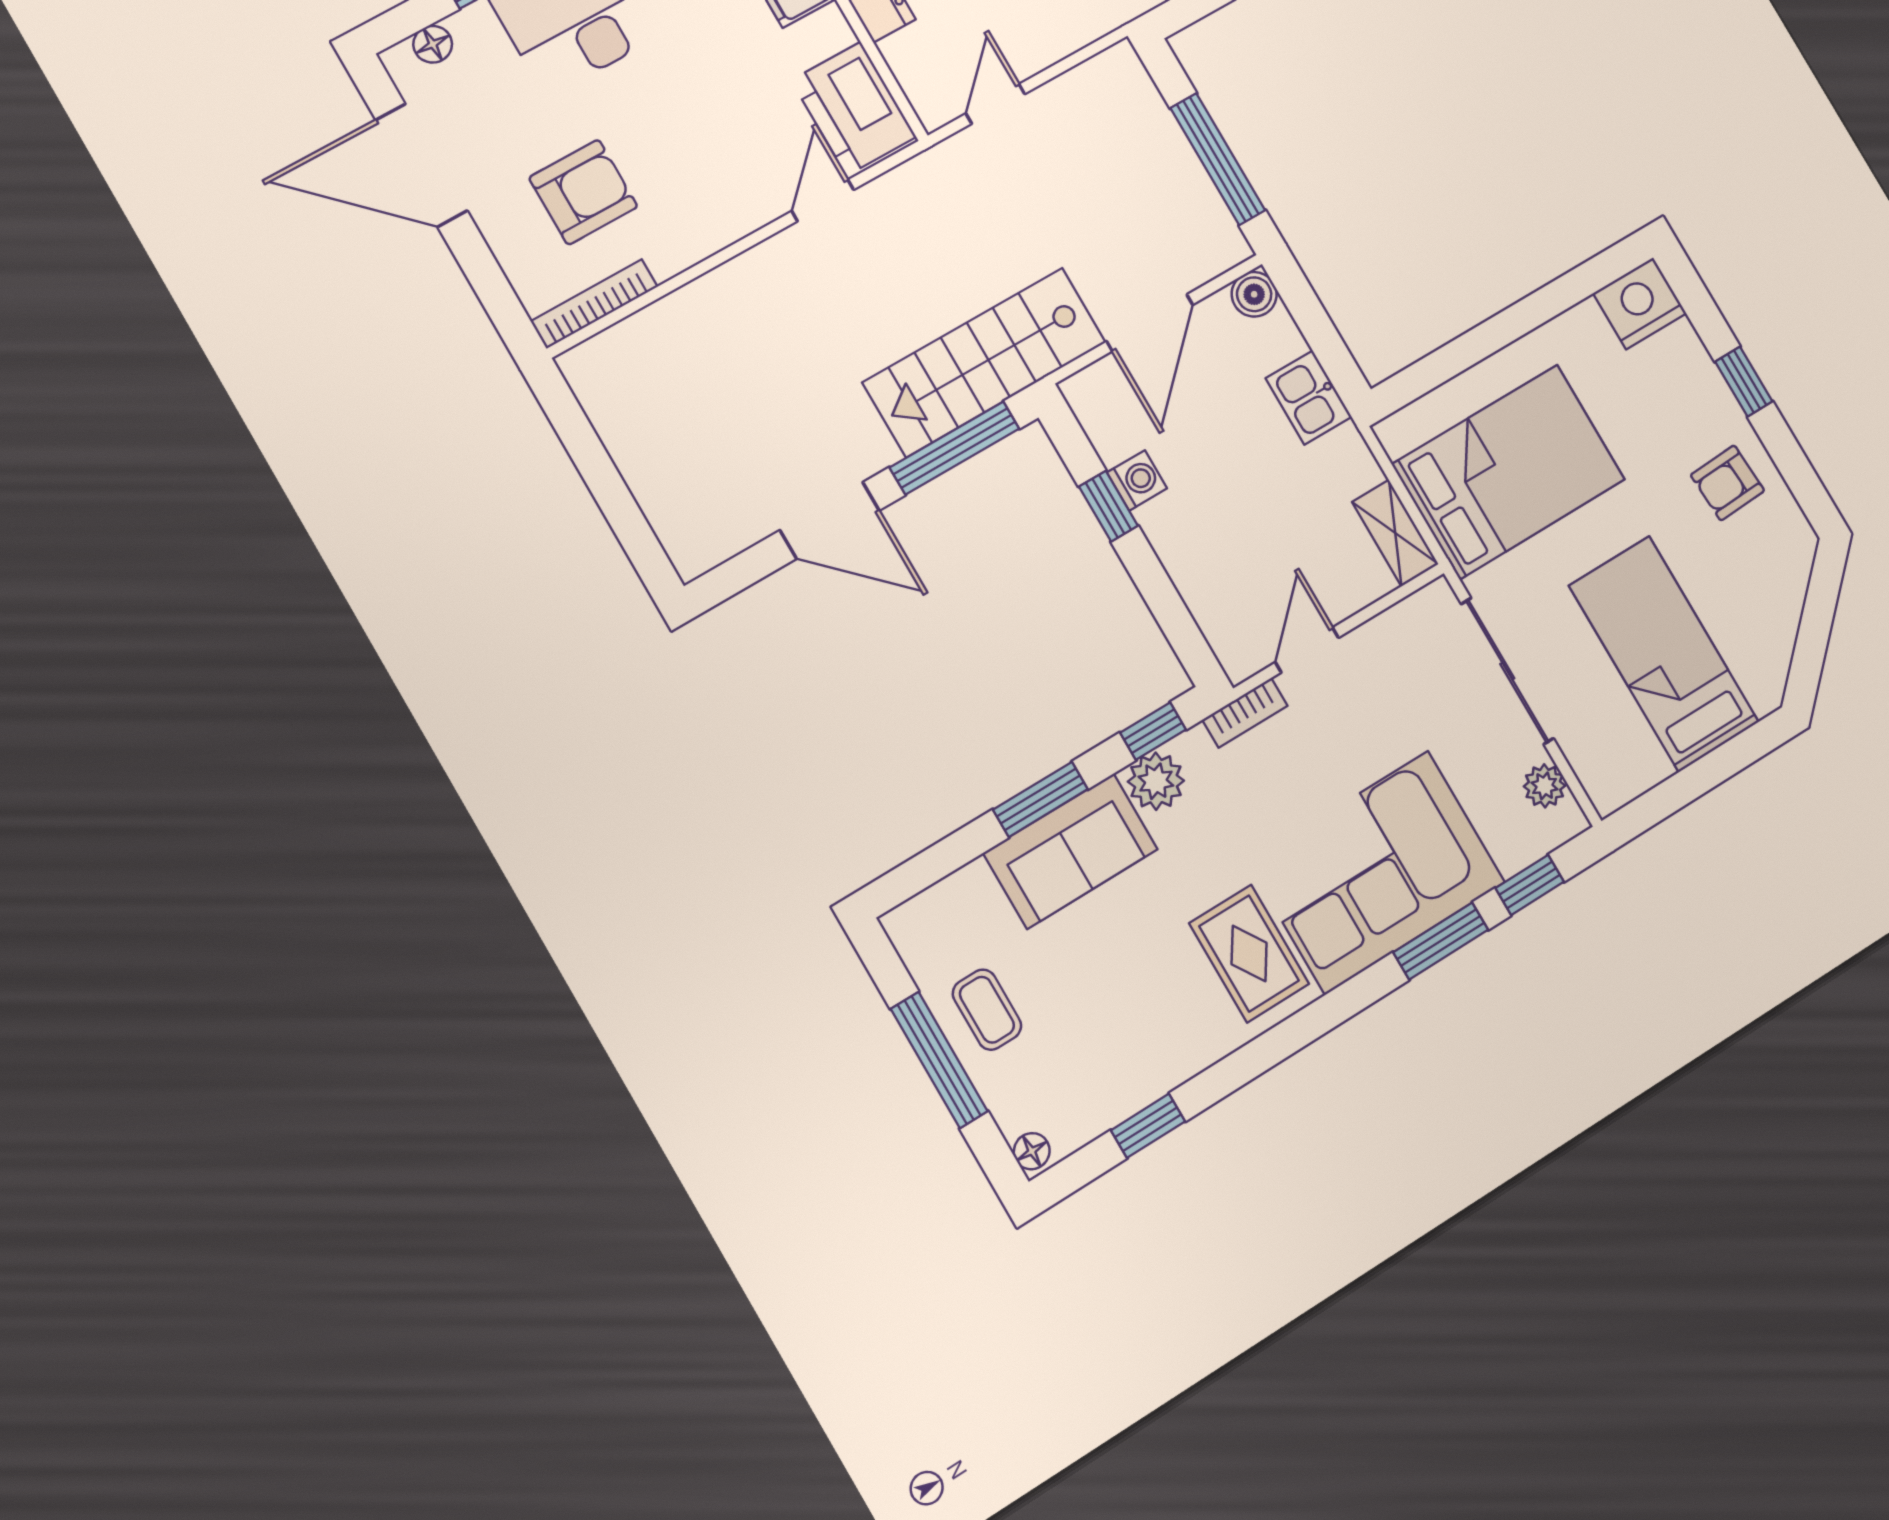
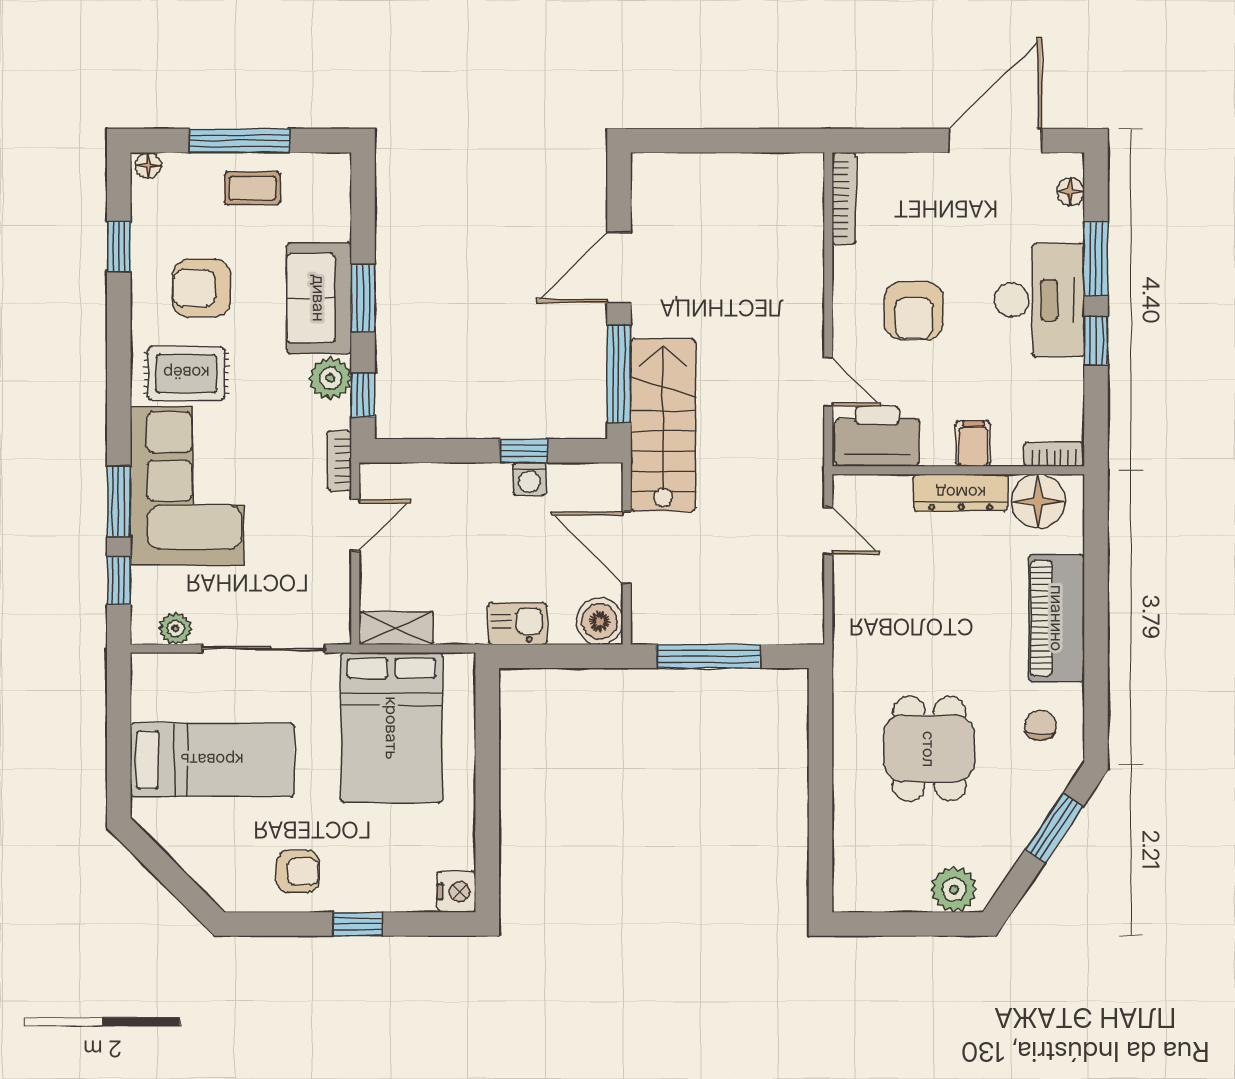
armchair: (583, 192) -> (914, 311), moved
boiler: (1254, 294) -> (600, 621), width x1.36, depth x1.36
nightstand: (1640, 303) -> (457, 892), width x0.74, depth x0.75
armchair: (1727, 483) -> (298, 871), turned 93
door: (1307, 650) -> (355, 525), hinge flipped
armchair: (1140, 997) -> (201, 288), added

